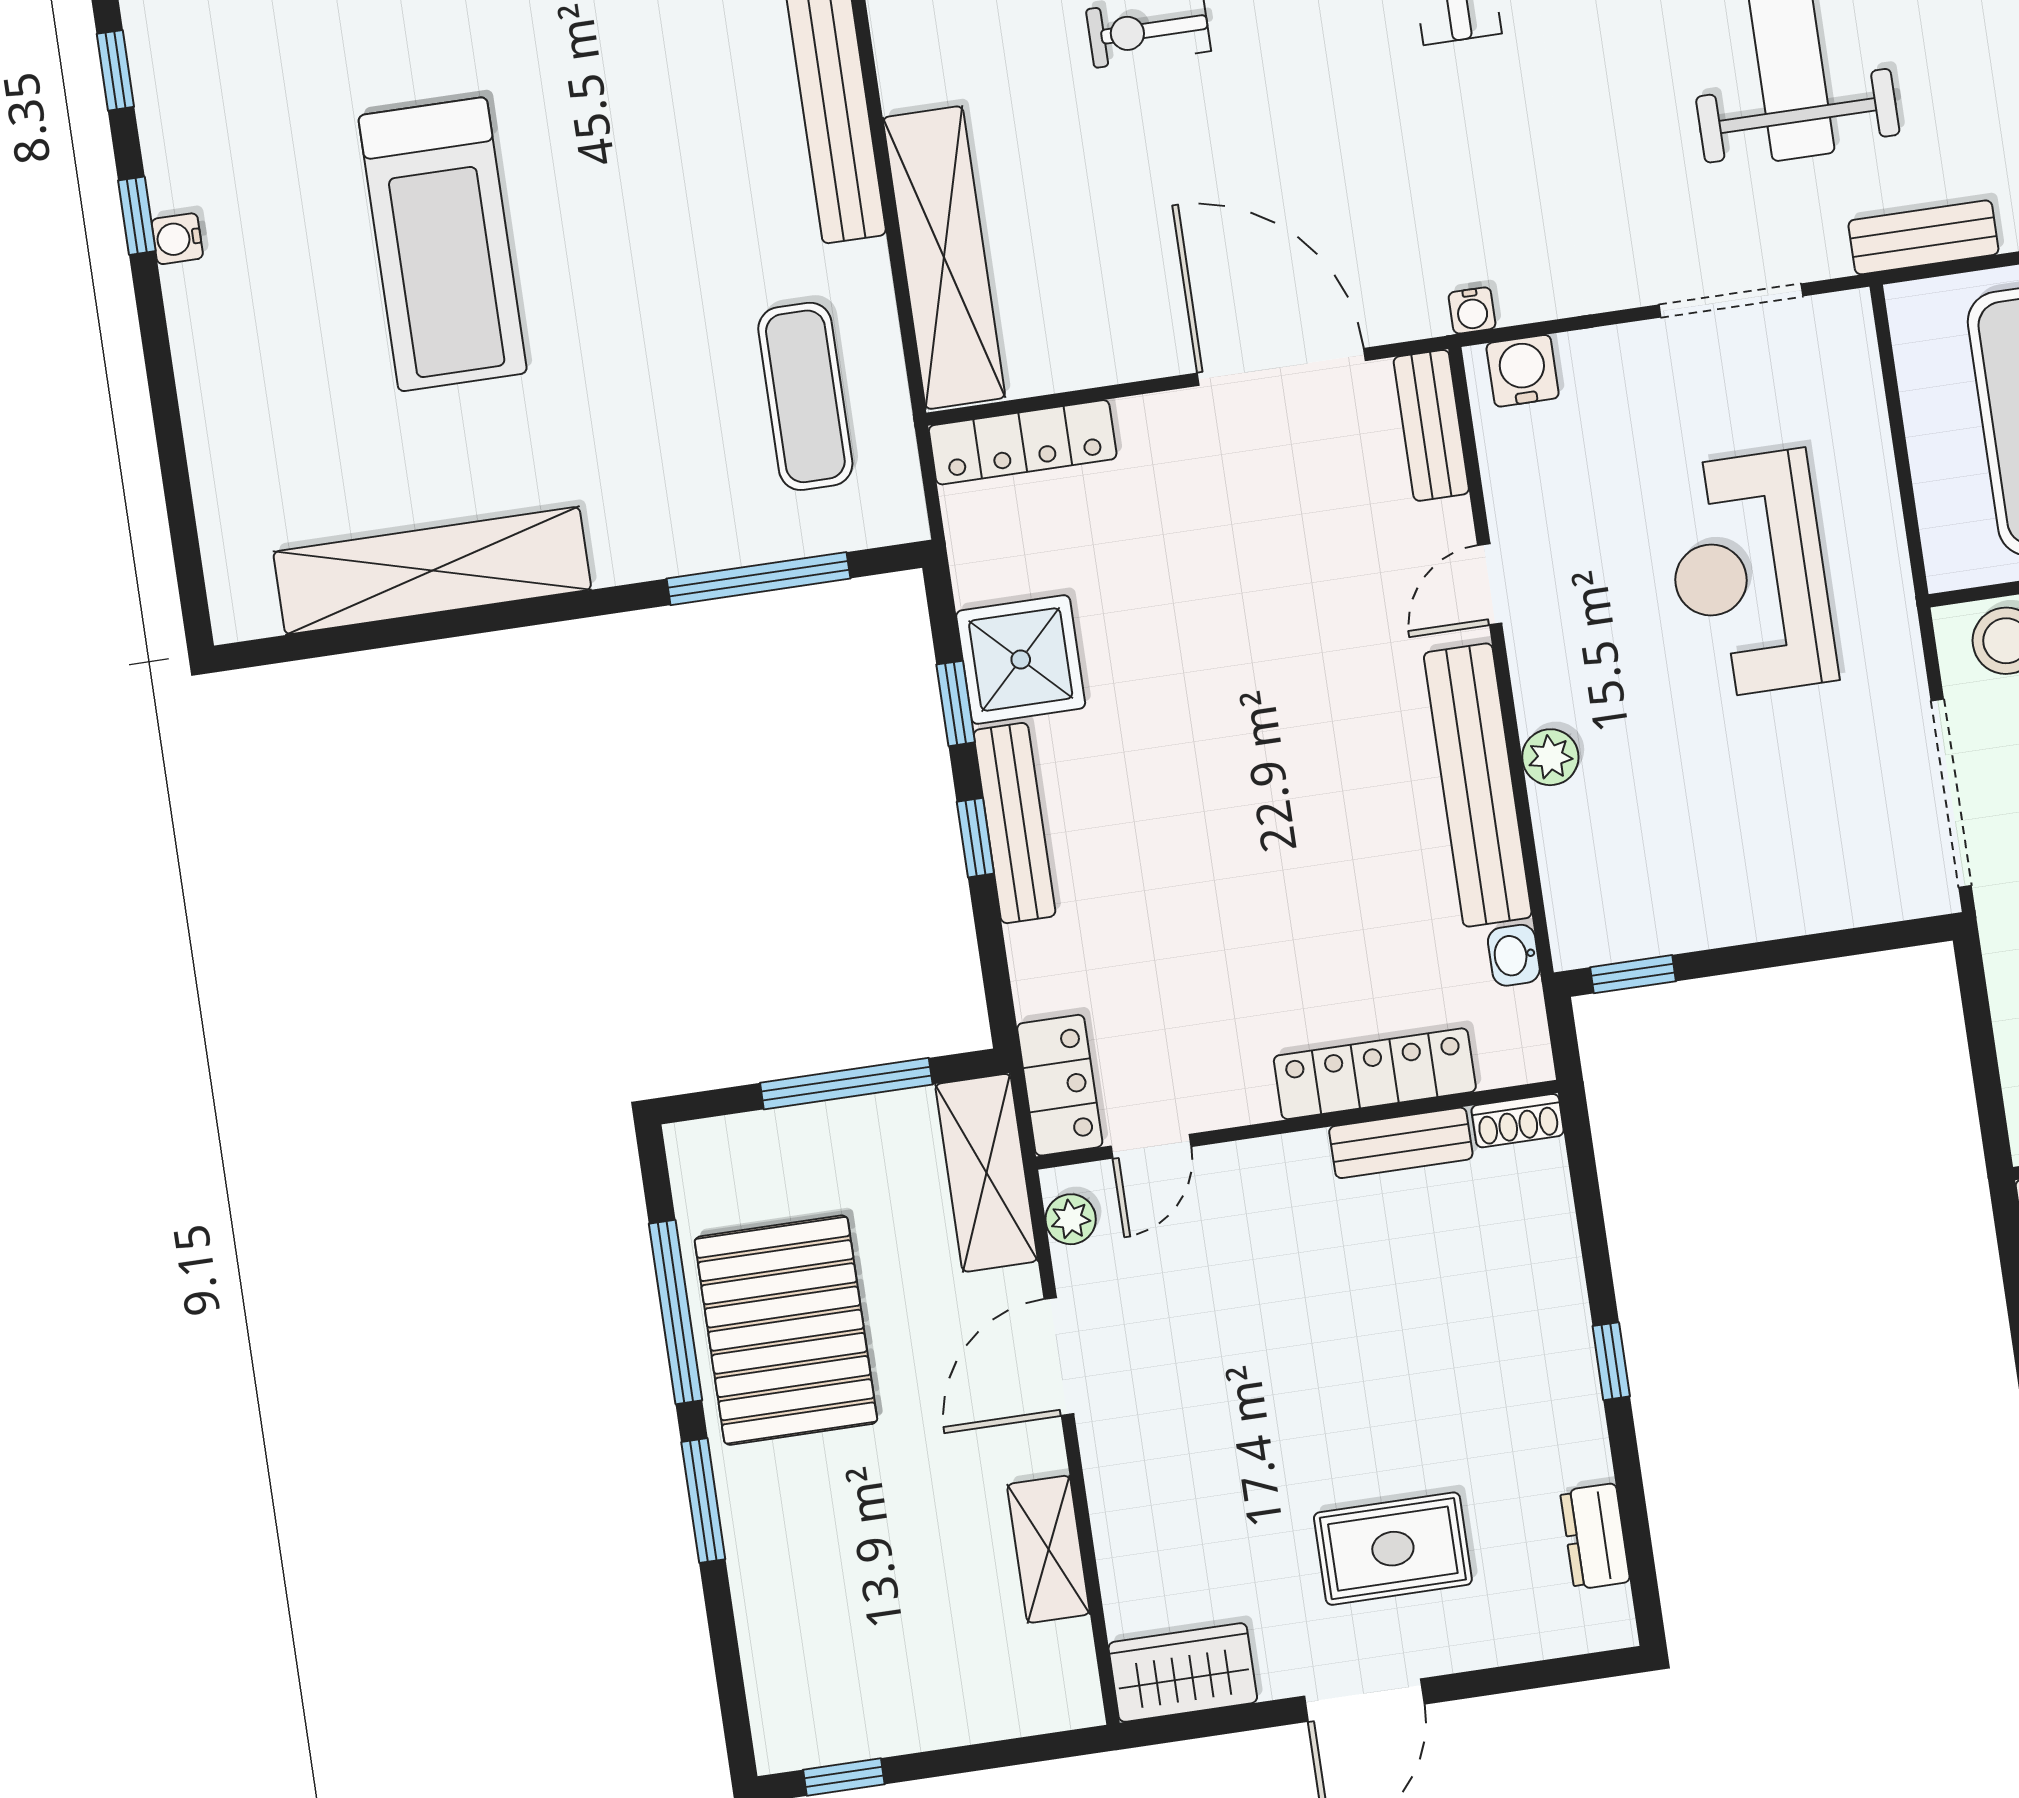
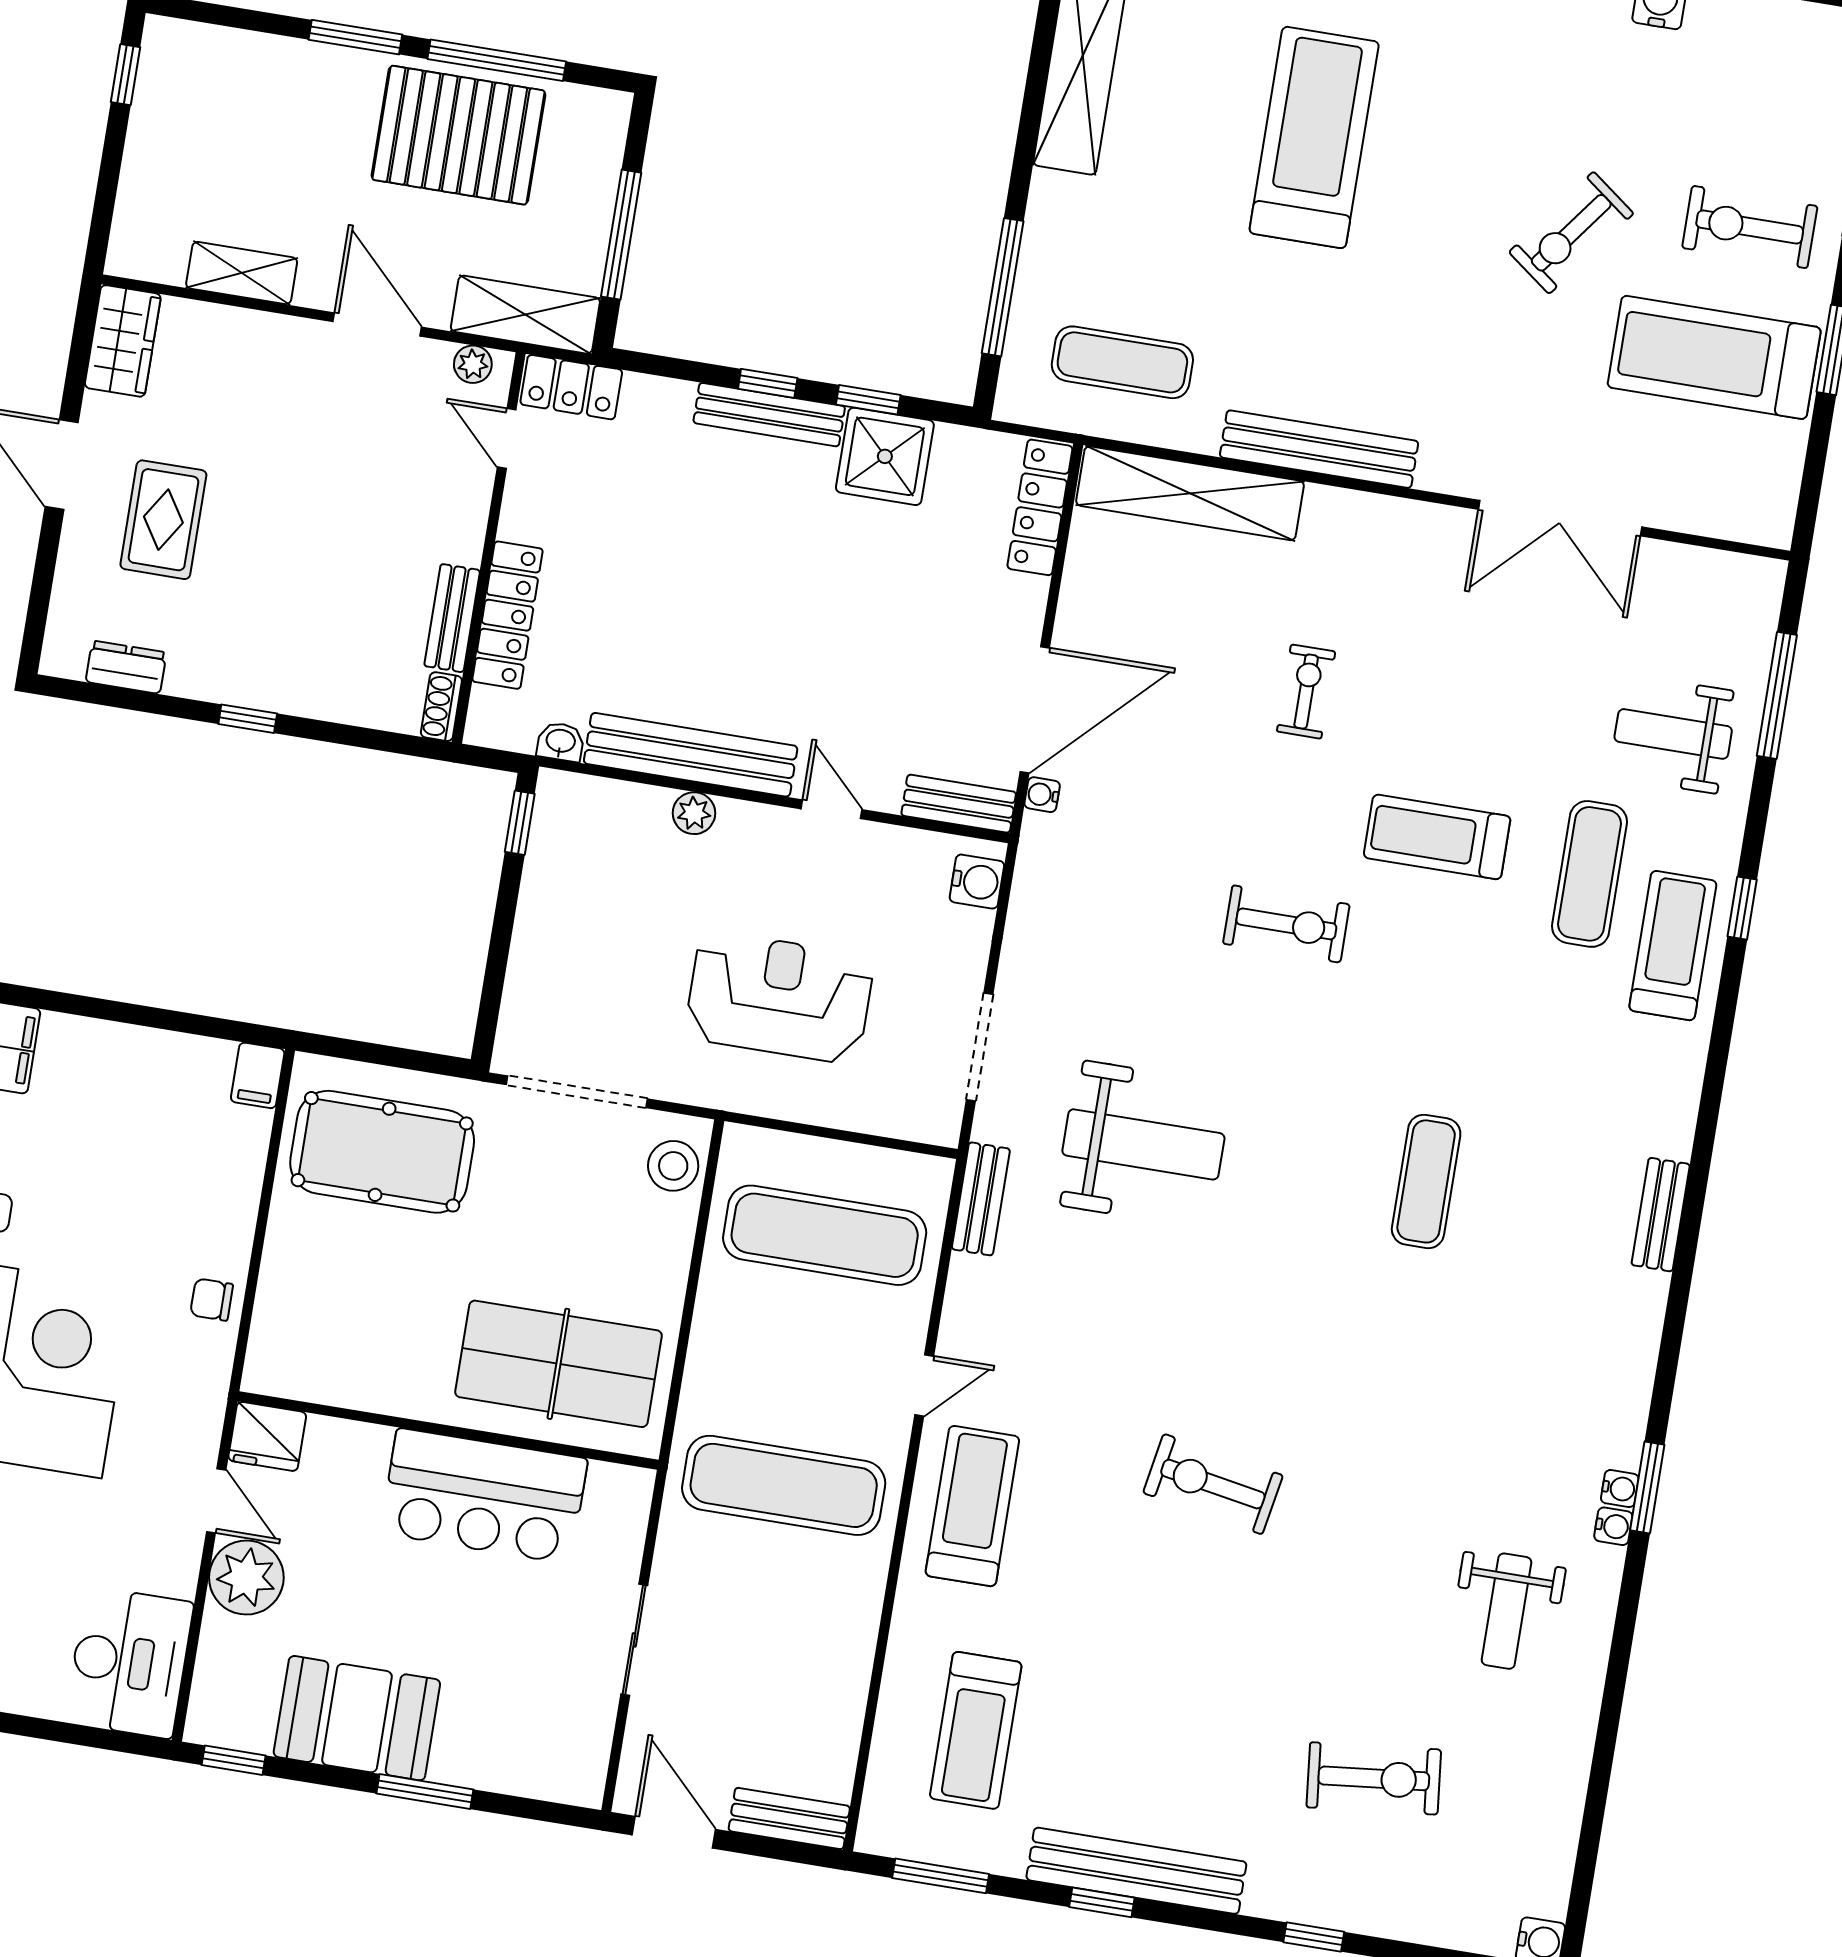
treadmill: (443, 244) -> (1314, 137), turned 90
water cooler: (1472, 310) -> (1042, 795), moved

